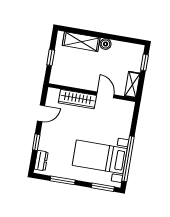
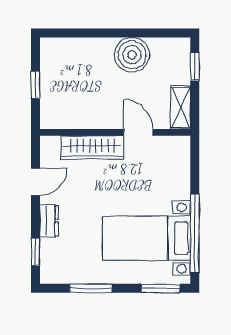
shelving: (81, 42) -> (82, 50), removed
boiler: (106, 44) -> (132, 55), width x1.86, depth x1.86
window: (36, 142) -> (35, 252), moved
dresser: (41, 161) -> (49, 221), moved

